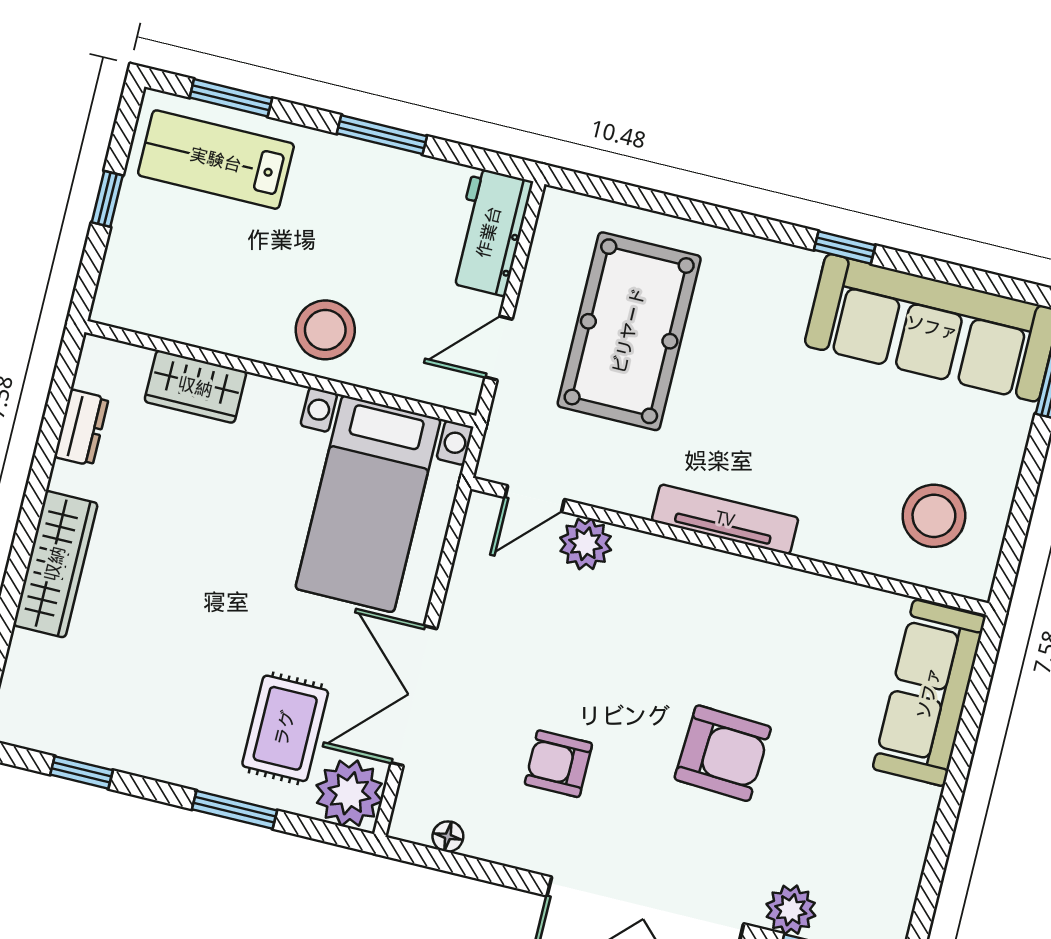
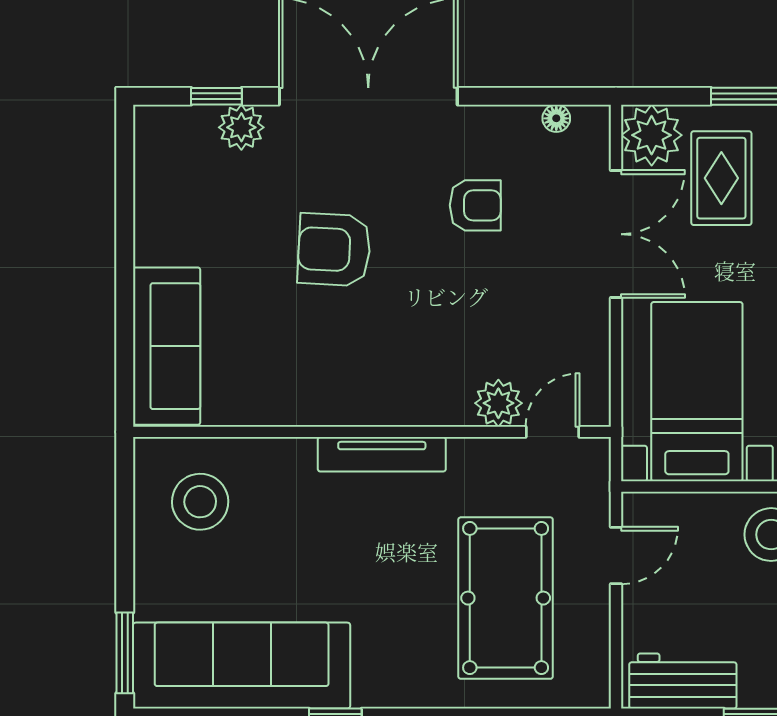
workbench: (489, 232) -> (683, 681), moved, turned -90

